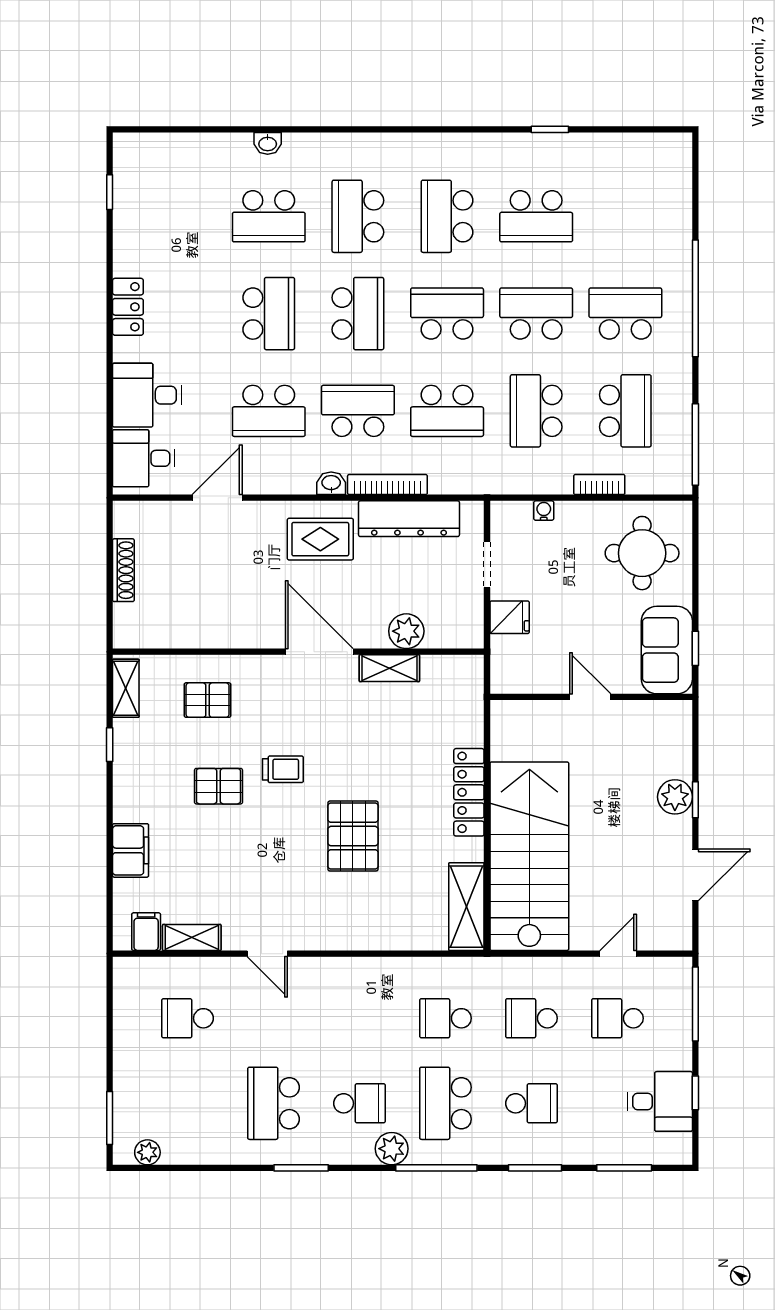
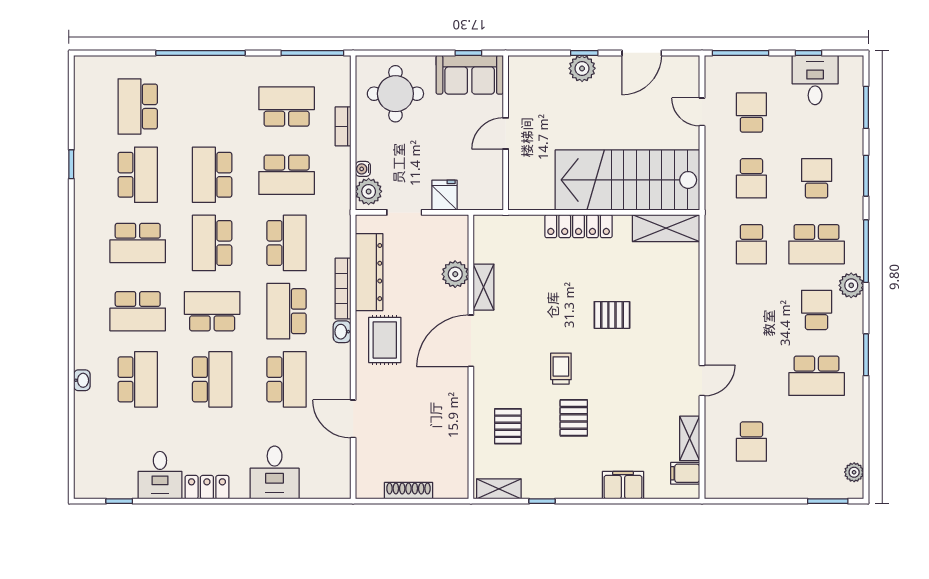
school desk: (269, 314) -> (212, 379), turned 90
school desk: (625, 314) -> (138, 107), moved
desk: (144, 458) -> (160, 475), moved
plant: (514, 518) -> (369, 191), added
pallet: (353, 836) -> (612, 315), width x0.67, depth x0.71
door: (695, 875) -> (642, 53), swing flipped
school desk: (617, 1018) -> (751, 113), turned 180

